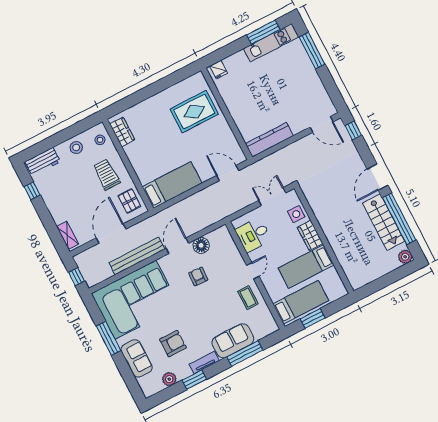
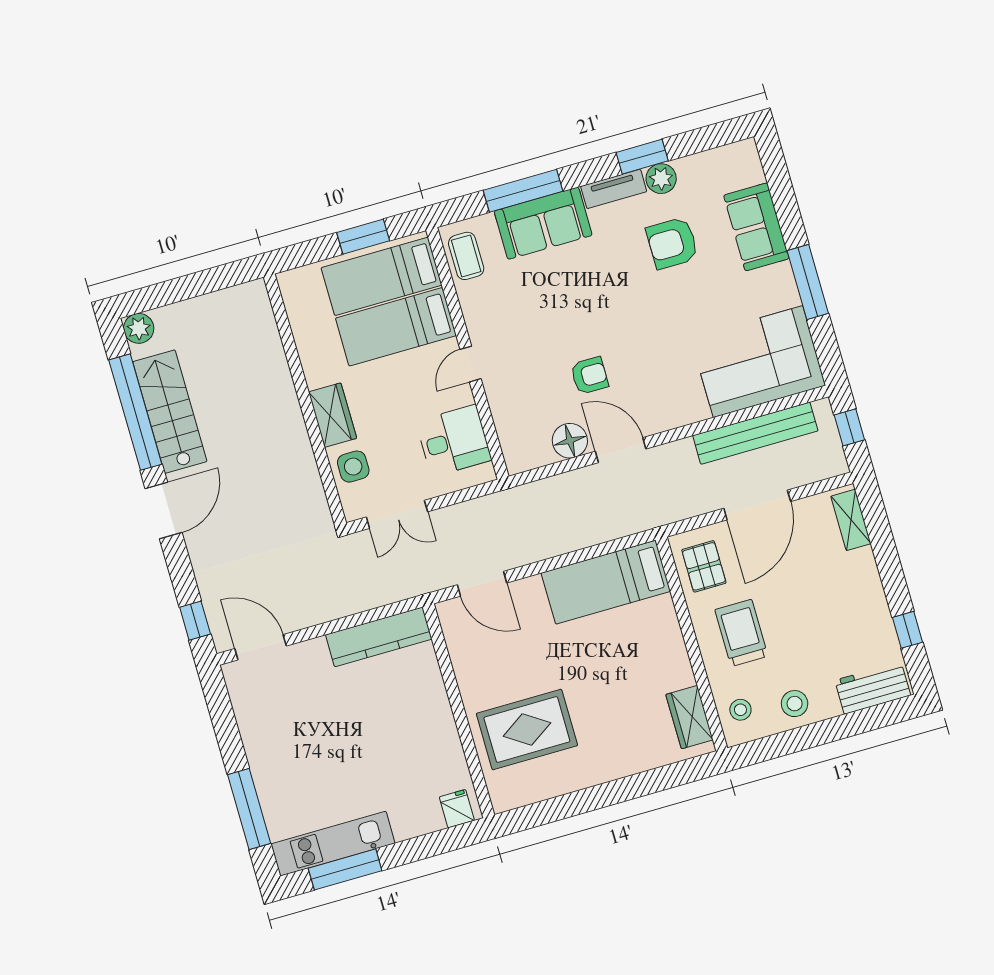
trolley: (107, 174) -> (741, 633), turned 180
door: (177, 246) -> (621, 450), swing flipped
bench: (137, 256) -> (755, 433), moved
bed: (306, 267) -> (396, 327), moved, turned 180
armchair: (198, 276) -> (589, 376), turned -93
coffee table: (248, 298) -> (466, 256), moved
corner sofa: (135, 300) -> (758, 362), width x0.73, depth x0.74
plant: (169, 379) -> (661, 179), moved

